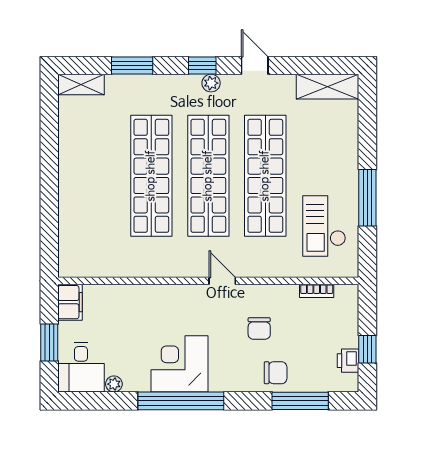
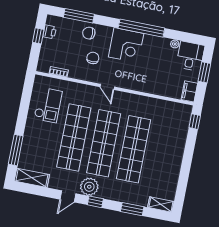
door: (255, 65) -> (68, 196), hinge flipped
plant: (211, 83) -> (89, 187), width x1.88, depth x1.88
window: (367, 198) -> (16, 150), moved
window: (49, 249) -> (195, 122), added
corner desk: (179, 364) -> (126, 45), moved

